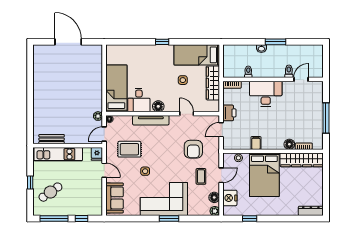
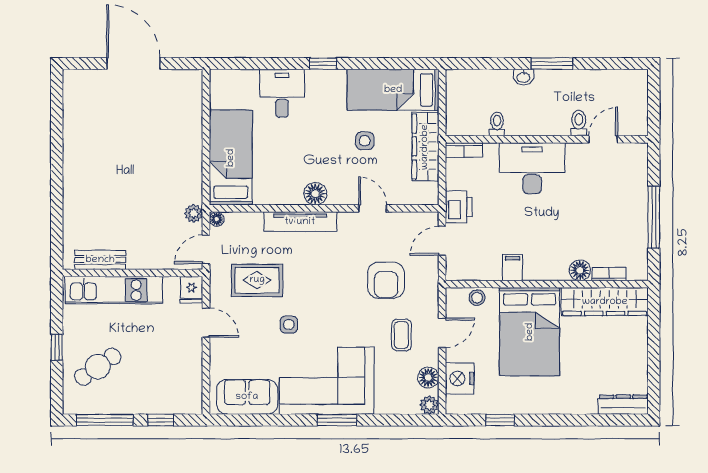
desk: (139, 100) -> (282, 93), moved, turned 180
sofa: (114, 198) -> (247, 397), moved, turned -90

